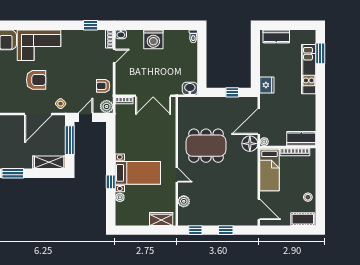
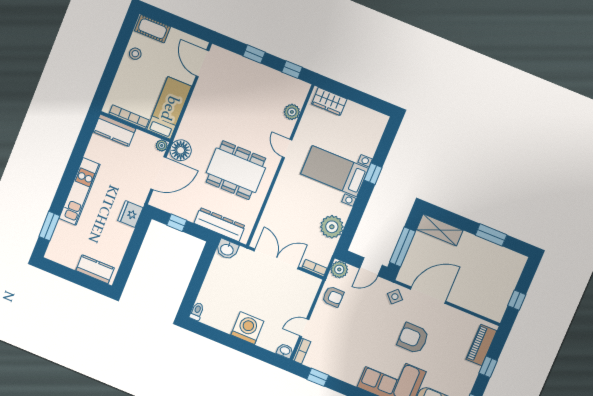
kitchen unit: (309, 69) -> (79, 191), moved
dresser: (202, 103) -> (220, 225), added
plant: (120, 197) -> (332, 227), moved, width x1.88, depth x1.88

